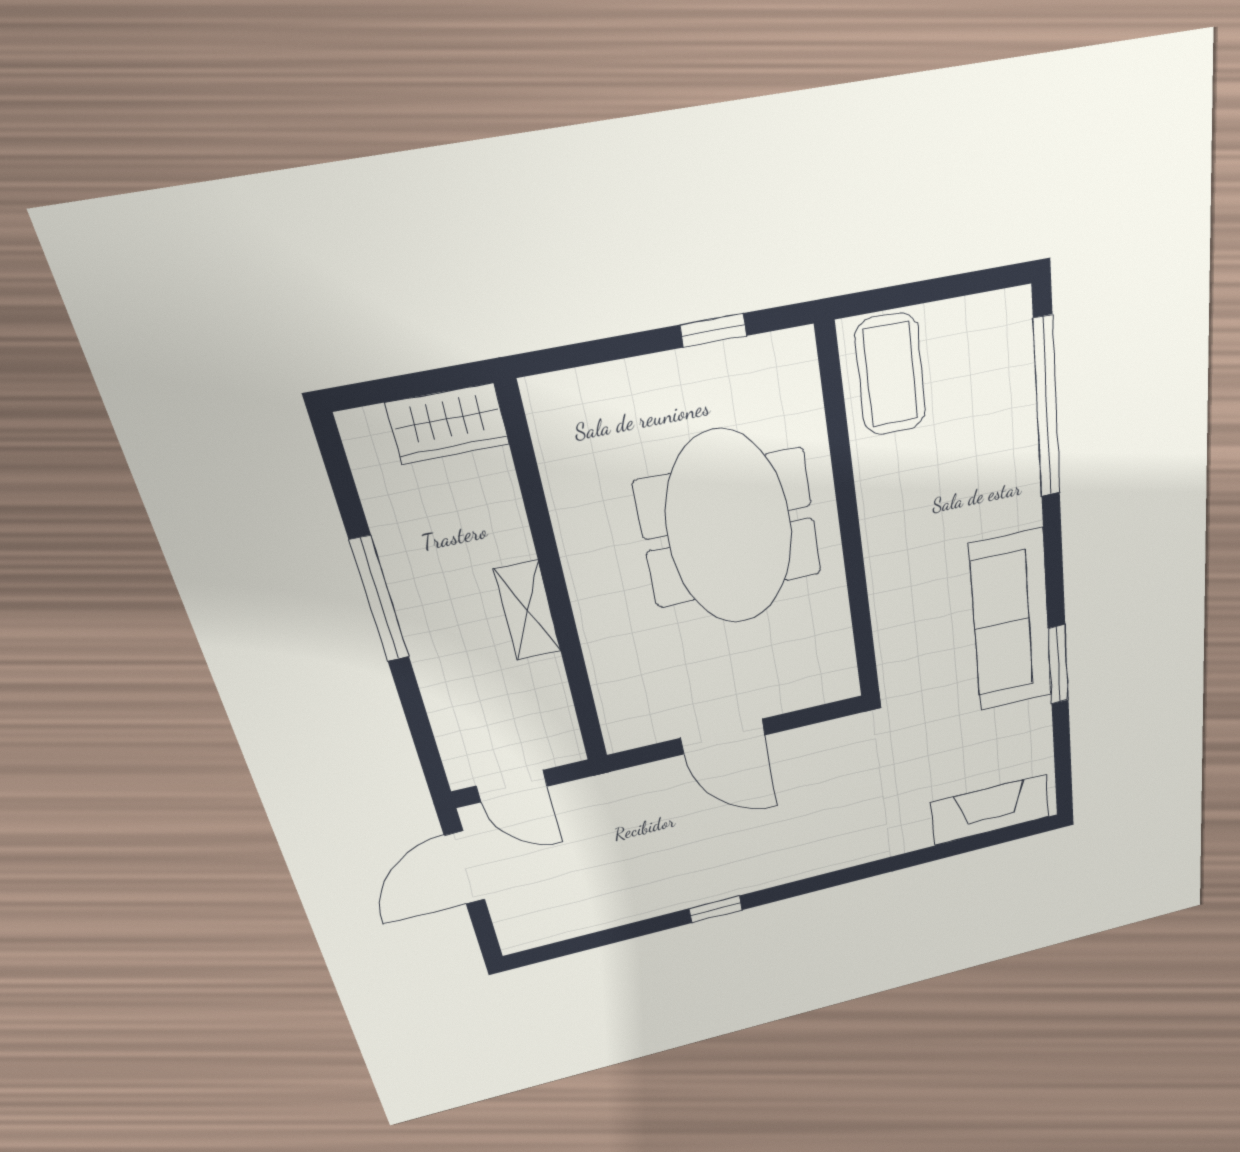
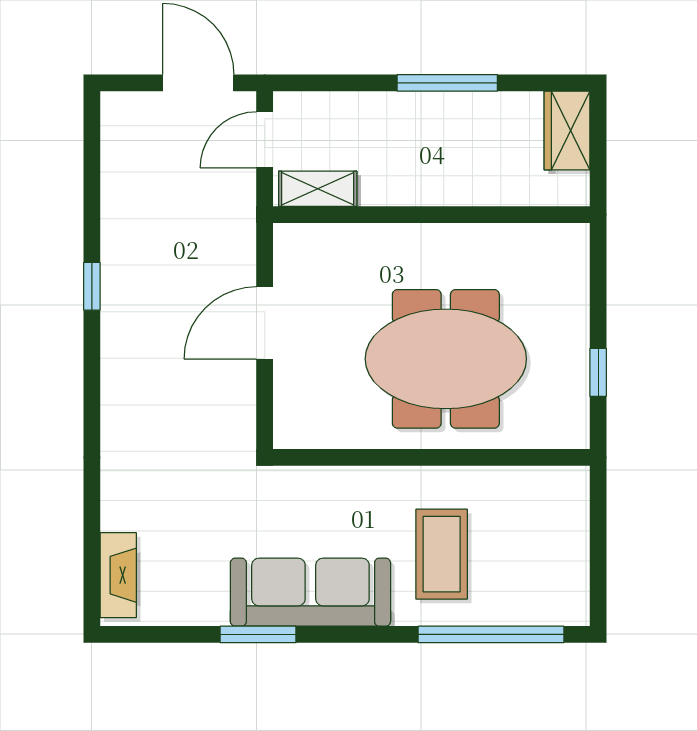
coffee table: (891, 375) -> (442, 554), moved, turned 90
wardrobe: (448, 424) -> (567, 130), moved
shelving: (527, 610) -> (318, 189), moved
fireplace: (990, 810) -> (118, 575), width x0.73, depth x0.76

